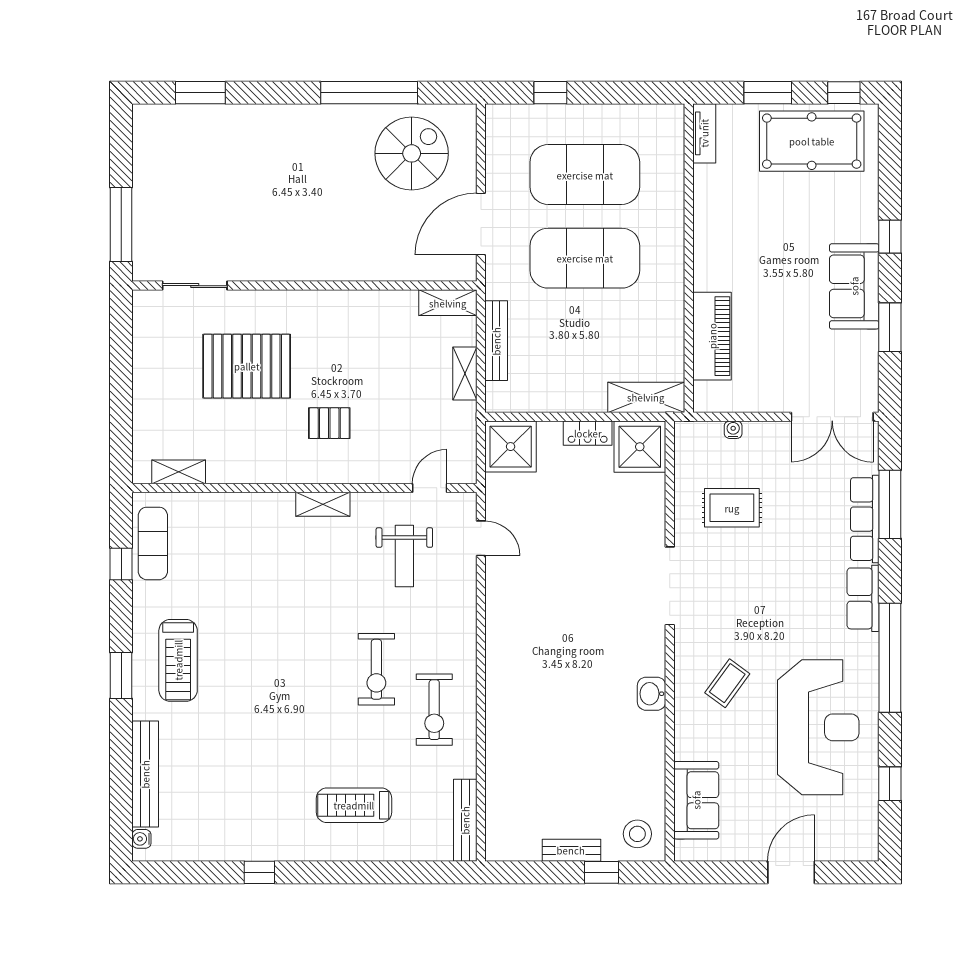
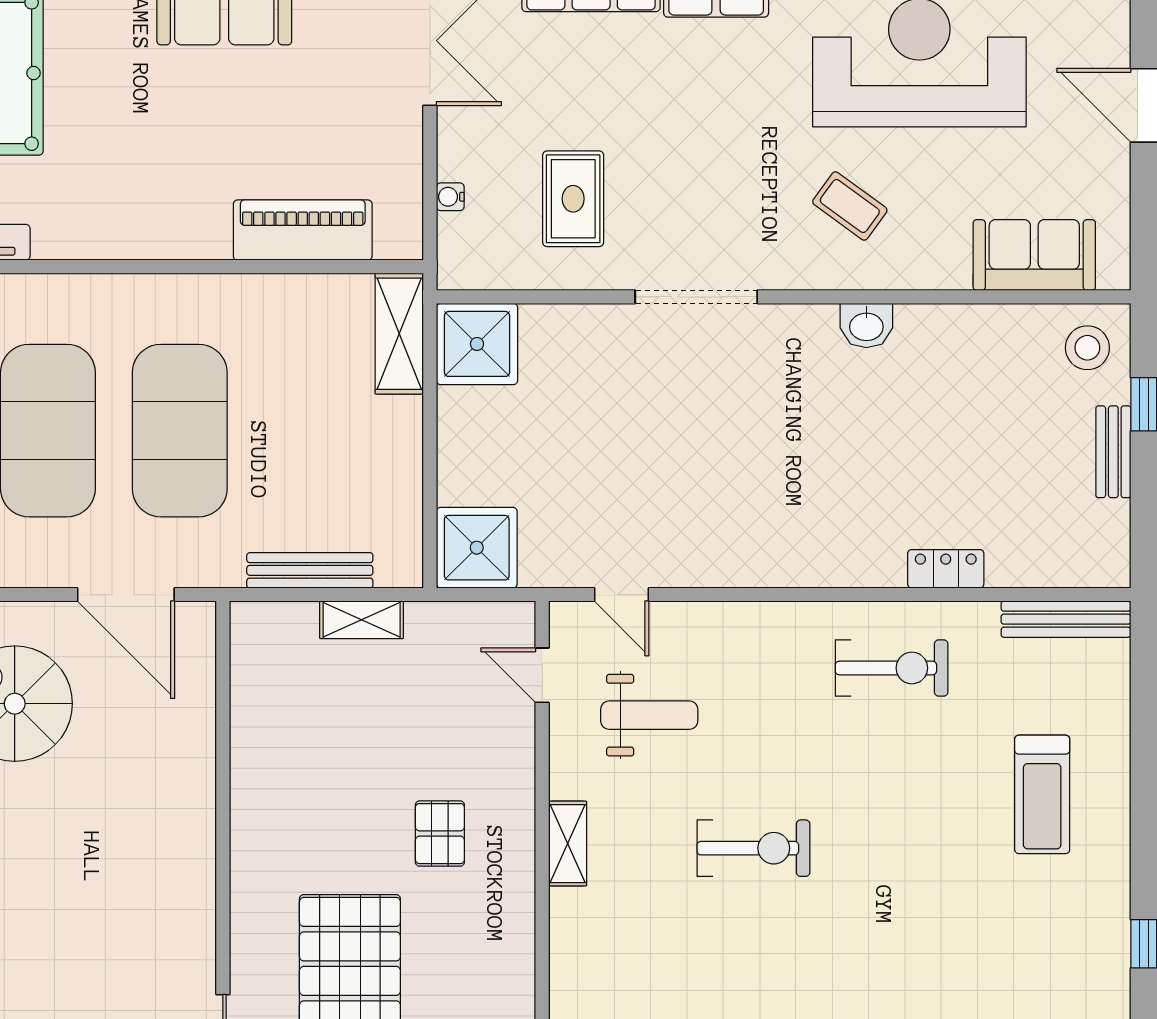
shelving: (448, 303) -> (250, 647), removed
locker: (588, 433) -> (946, 569), moved, turned -90
door: (481, 538) -> (621, 595), swing flipped
exercise bike: (376, 669) -> (753, 848), moved

